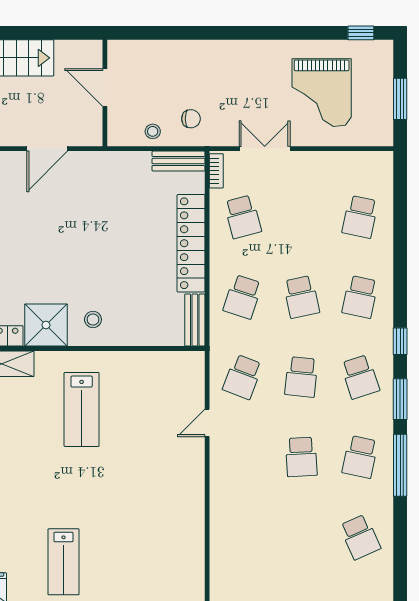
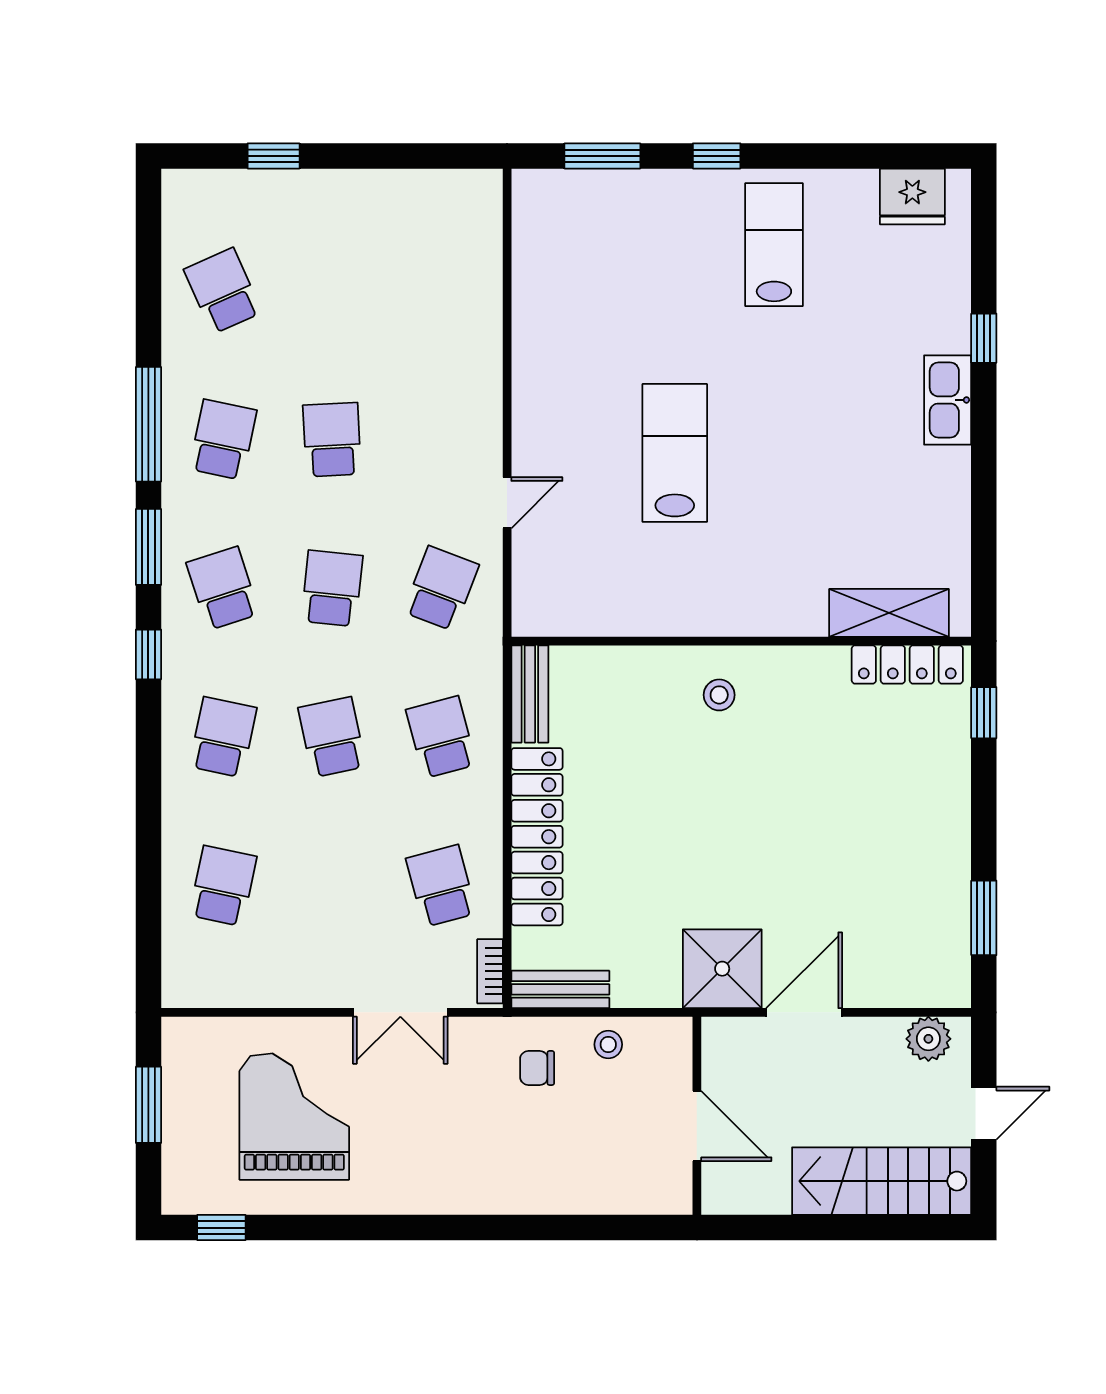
school desk: (243, 297) -> (441, 737), turned -33
shower: (46, 325) -> (722, 969), moved
lab bench: (82, 409) -> (675, 453), moved

